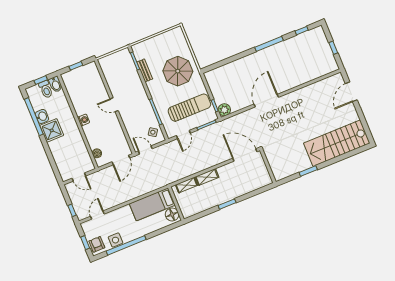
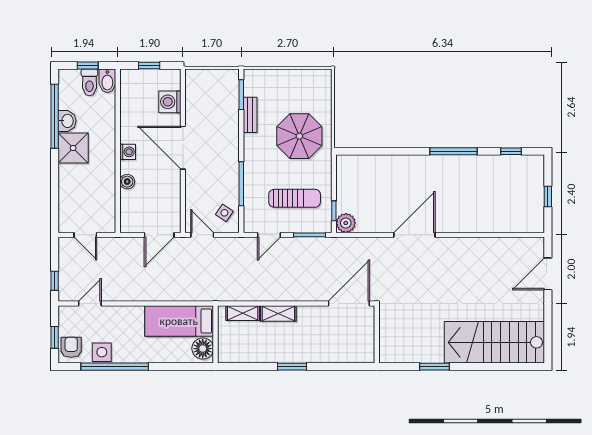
washing machine: (96, 82) -> (170, 102), added
door: (114, 105) -> (183, 148), width x1.88
sun lounger: (189, 108) -> (295, 198), width x0.73, depth x0.75
boiler: (97, 153) -> (127, 182), moved
door: (245, 155) -> (349, 304), hinge flipped

